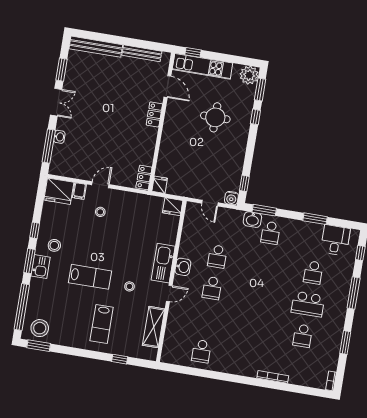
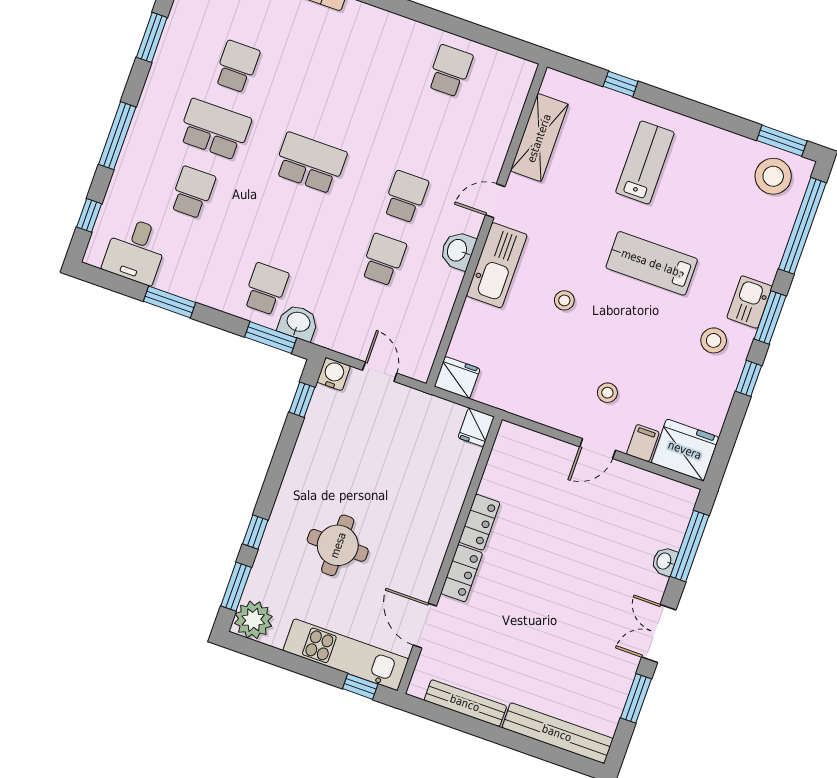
locker: (144, 178) -> (479, 522), moved
stool: (129, 286) -> (564, 300), moved
school desk: (260, 296) -> (310, 163), added

